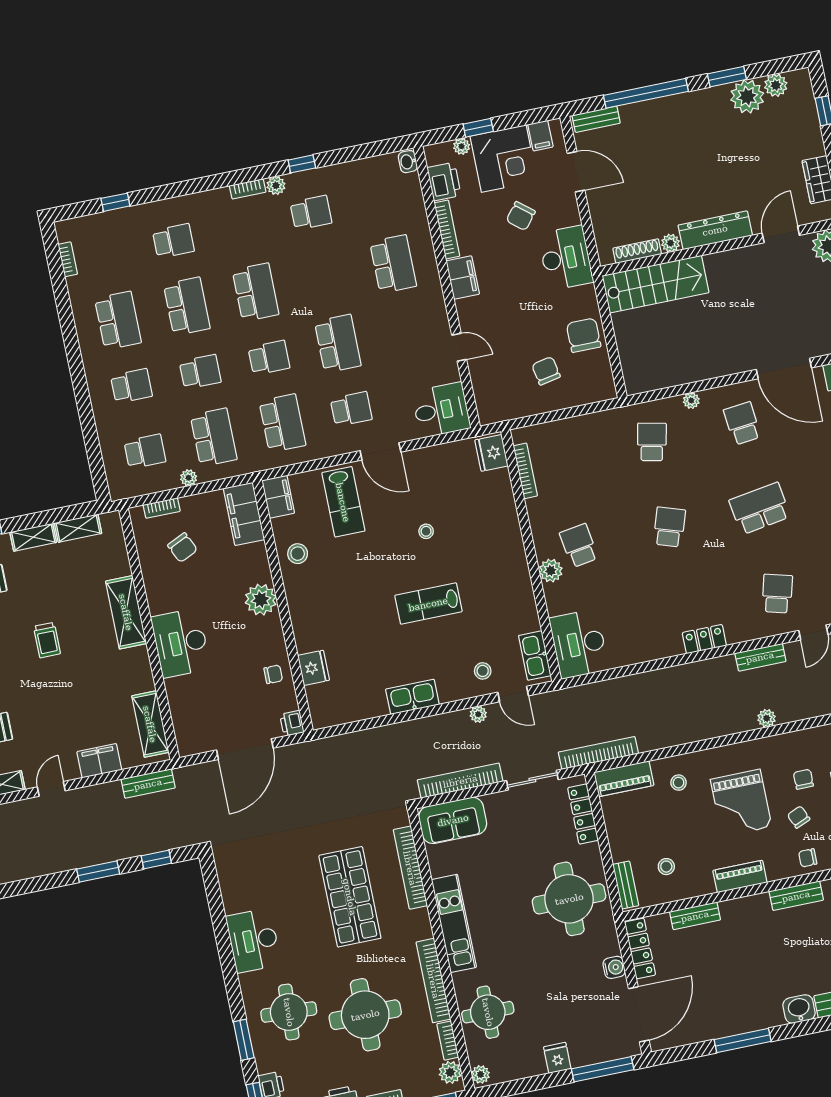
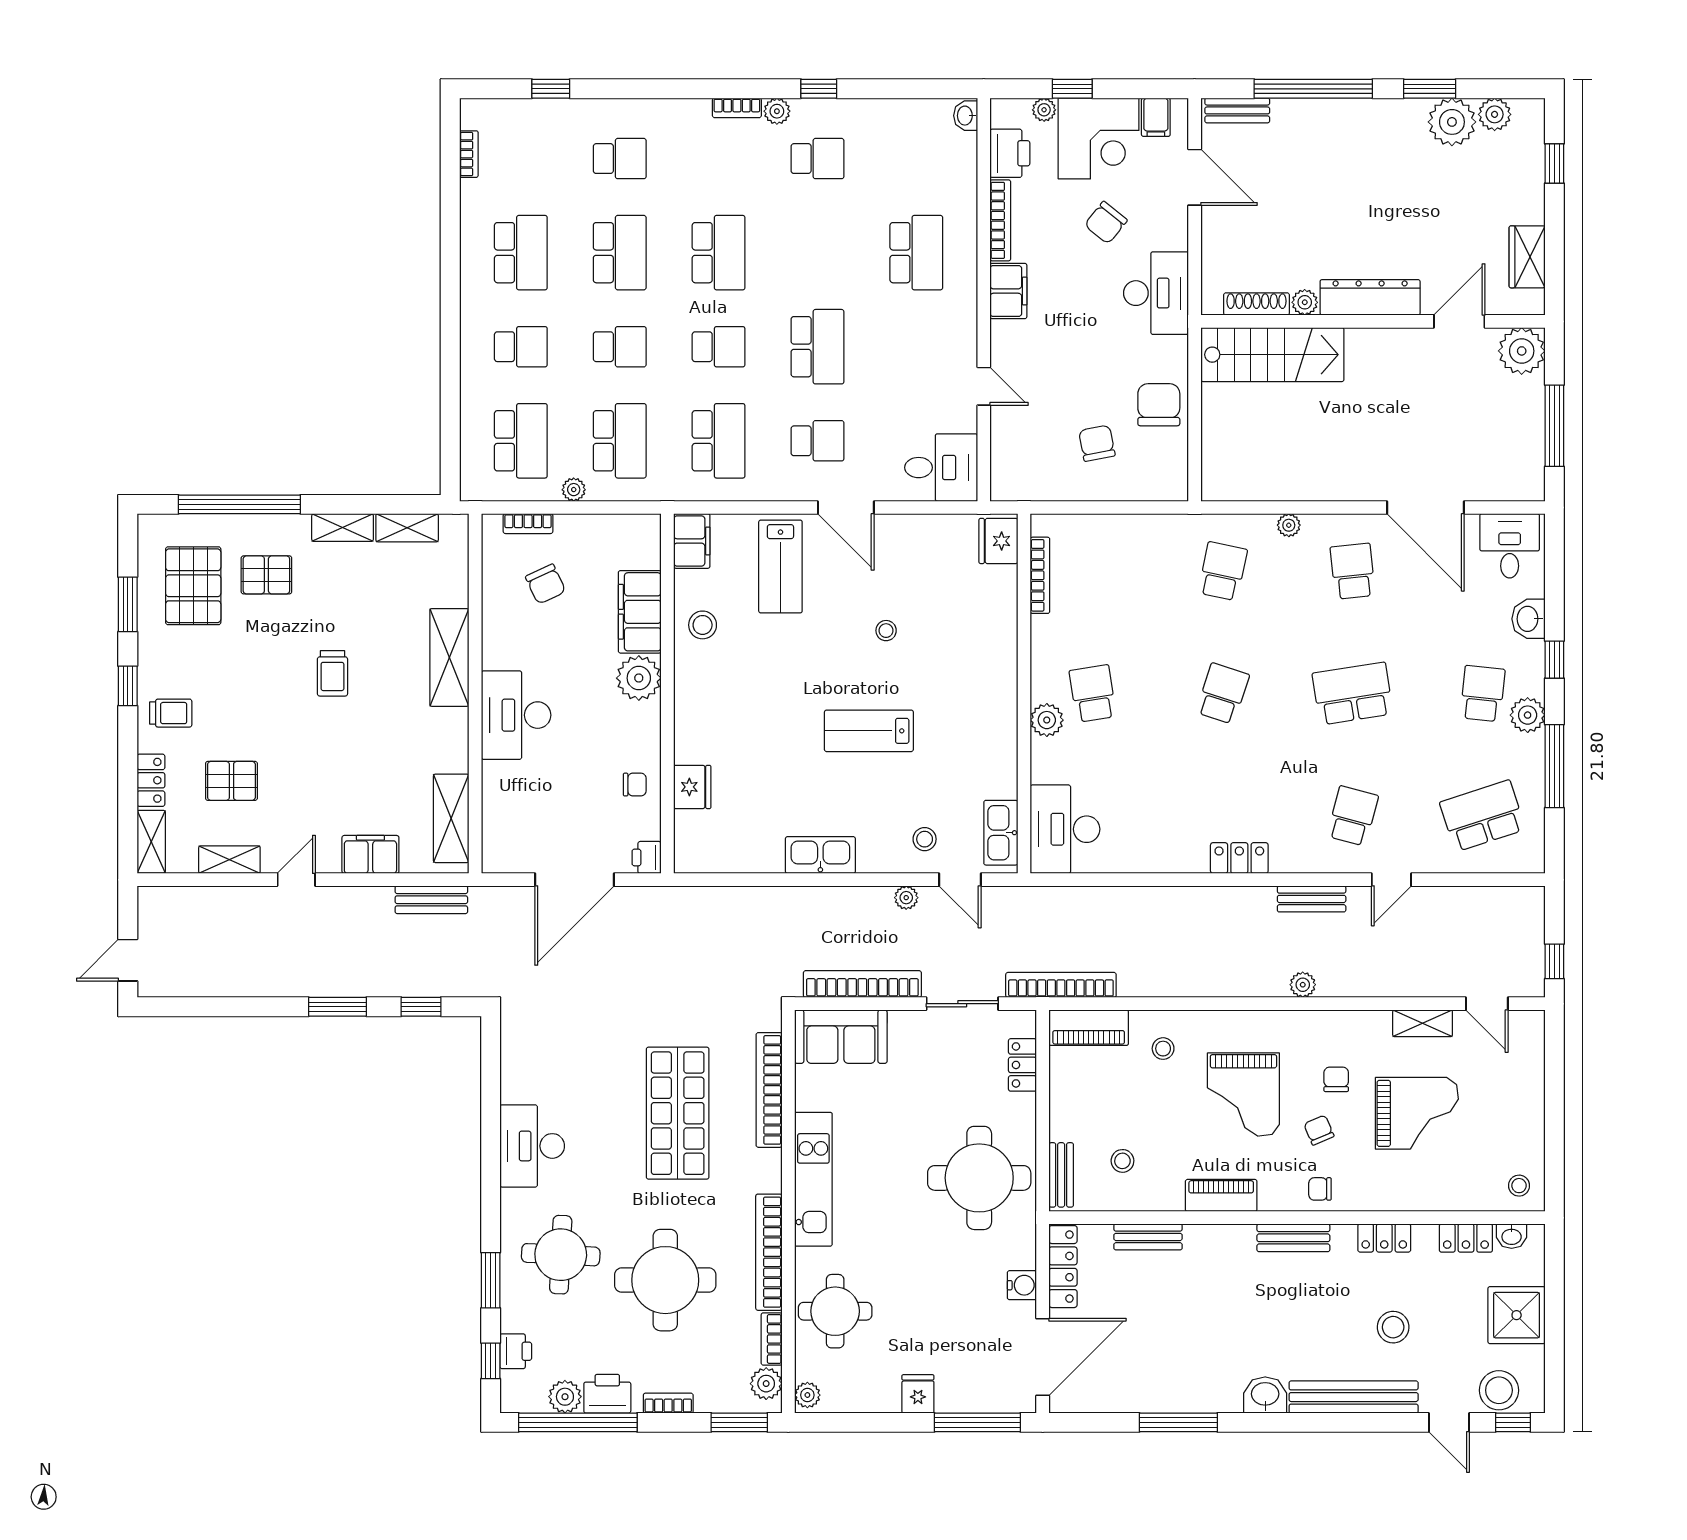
school desk: (145, 451) -> (521, 441), width x1.85
filing cabinet: (244, 514) -> (640, 612), moved
locker: (583, 814) -> (1022, 1065), width x0.66

